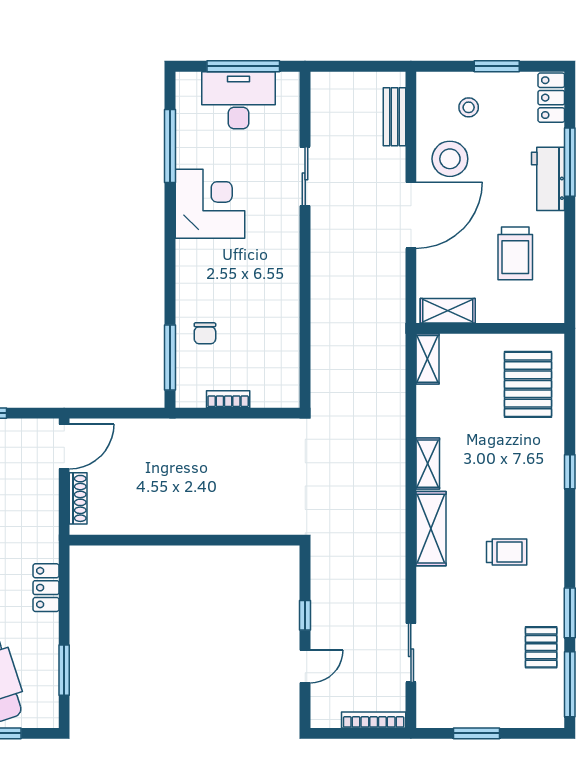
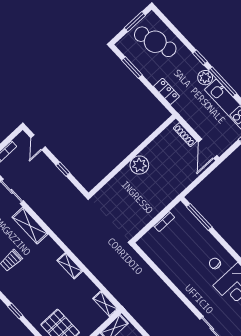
chair: (205, 333) -> (215, 263), moved
plant: (187, 516) -> (139, 165), added
shelving: (431, 529) -> (30, 226), moved
door: (305, 666) -> (38, 142), moved

